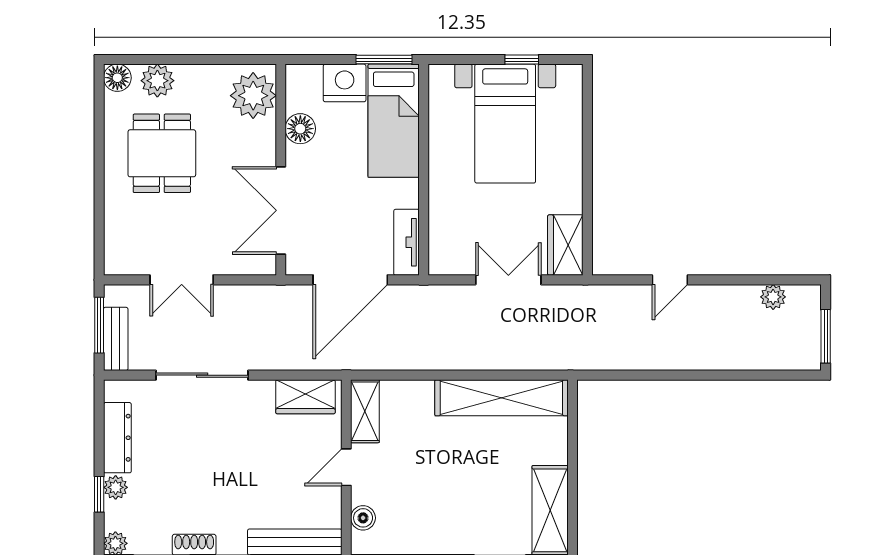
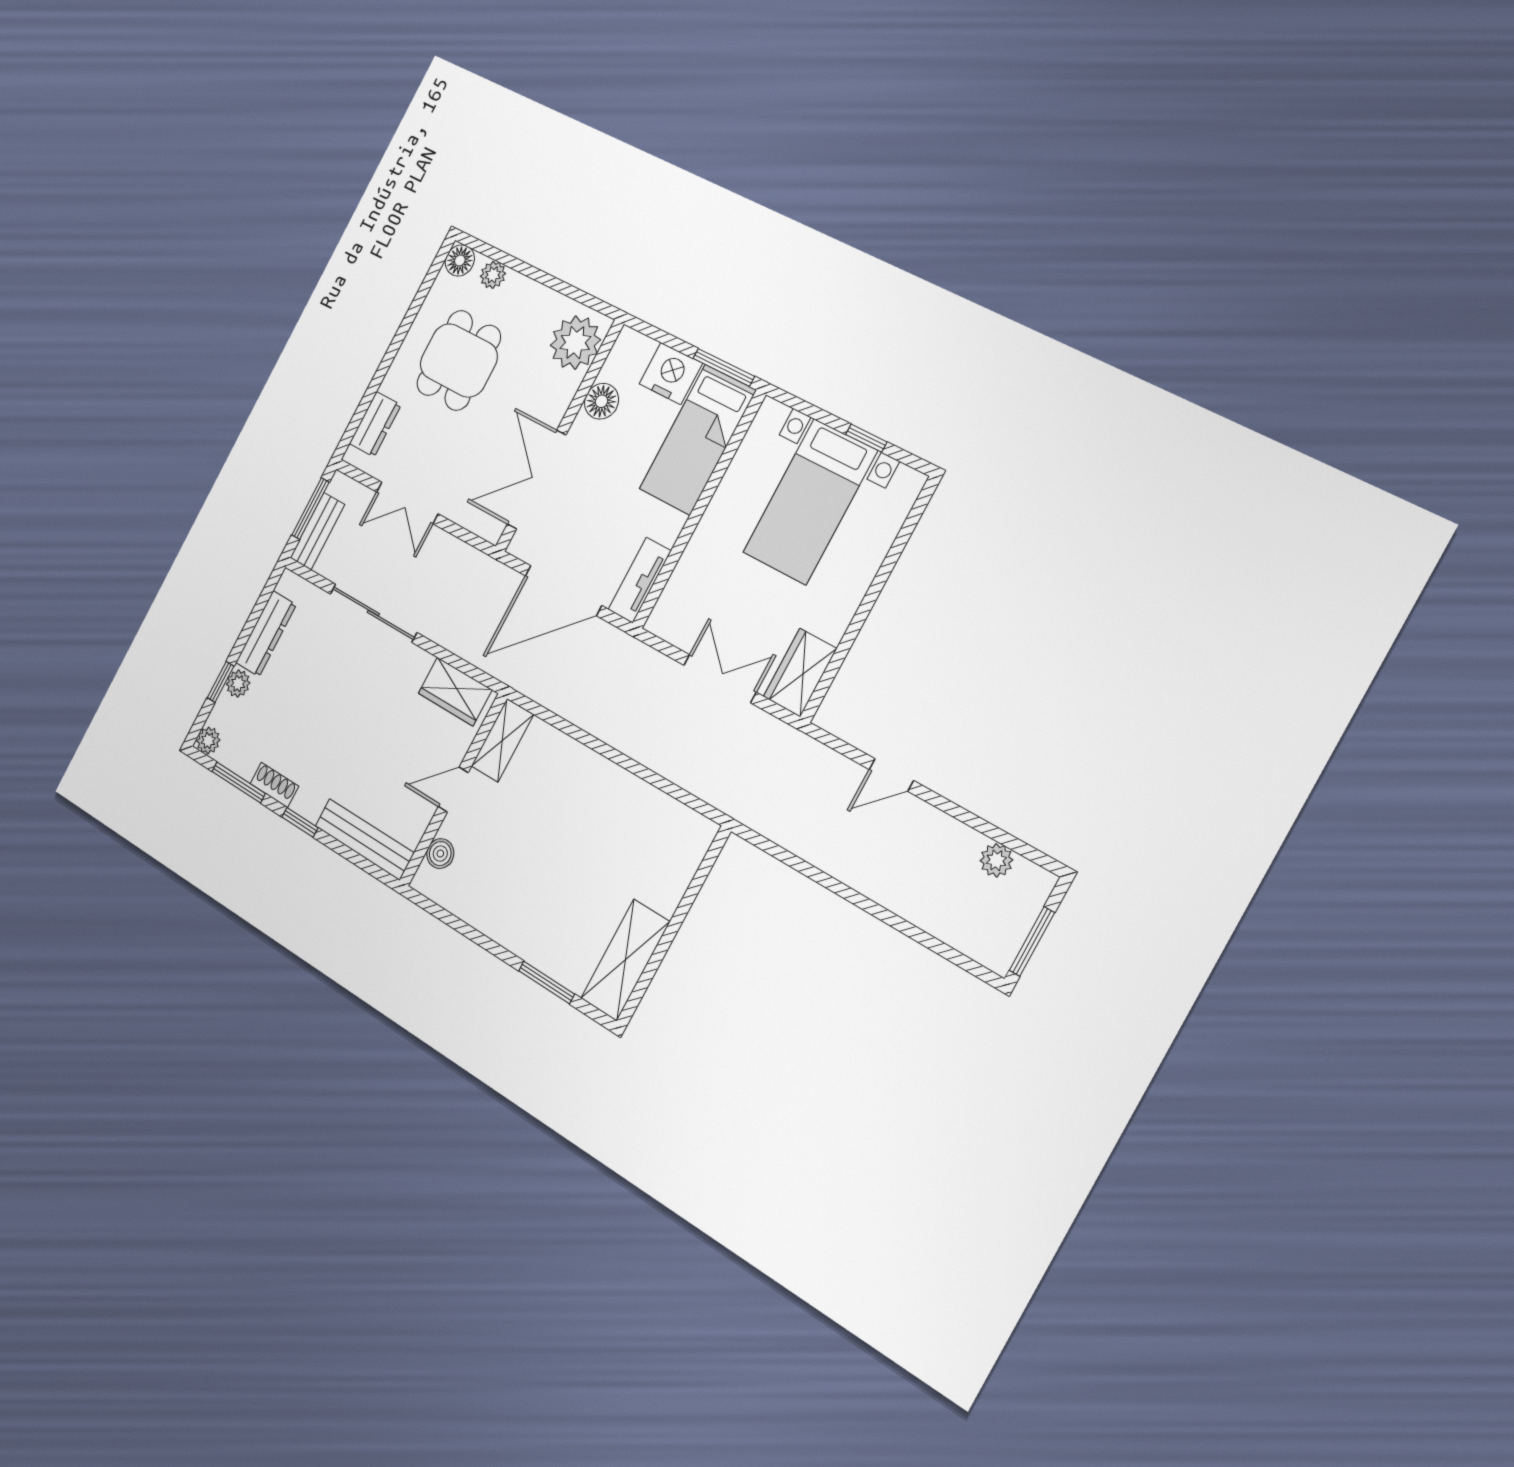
plant: (157, 81) -> (493, 275), width x0.73, depth x0.73
dresser: (118, 235) -> (375, 424), added
shelving: (501, 398) -> (643, 805), removed

